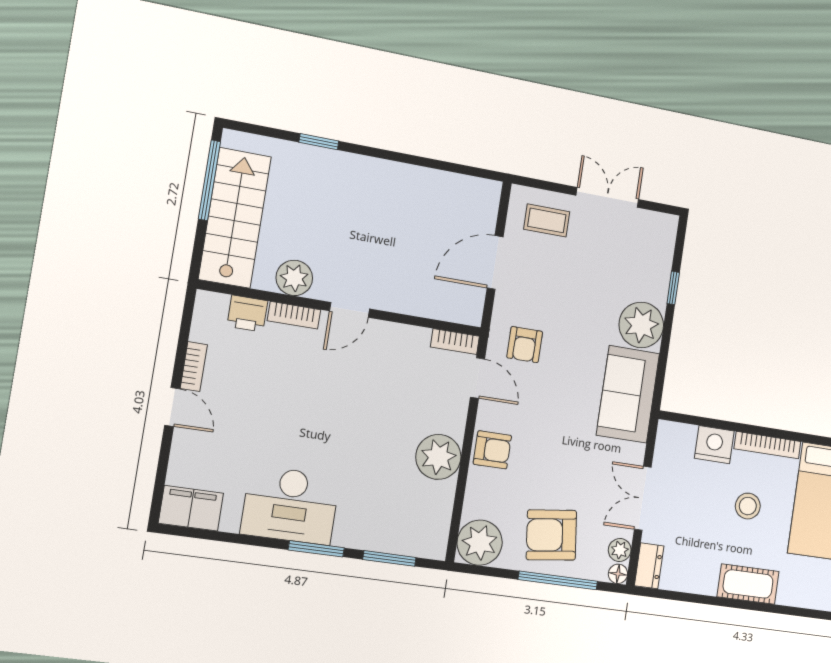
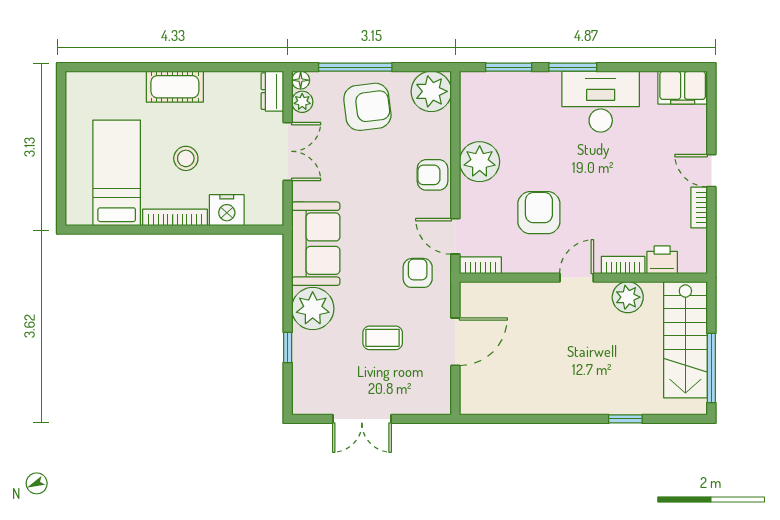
coffee table: (547, 220) -> (383, 338), moved
armchair: (381, 390) -> (539, 213), added

